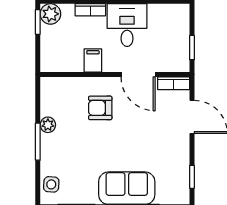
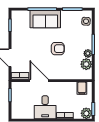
filing cabinet: (93, 60) -> (82, 88), moved
plant: (51, 105) -> (86, 64), added
armchair: (100, 108) -> (58, 49), moved

